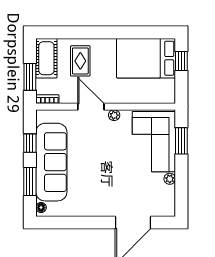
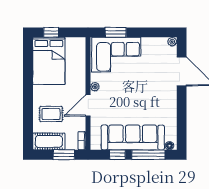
plant: (170, 179) -> (172, 42), moved
window: (30, 181) -> (148, 155), width x1.44

